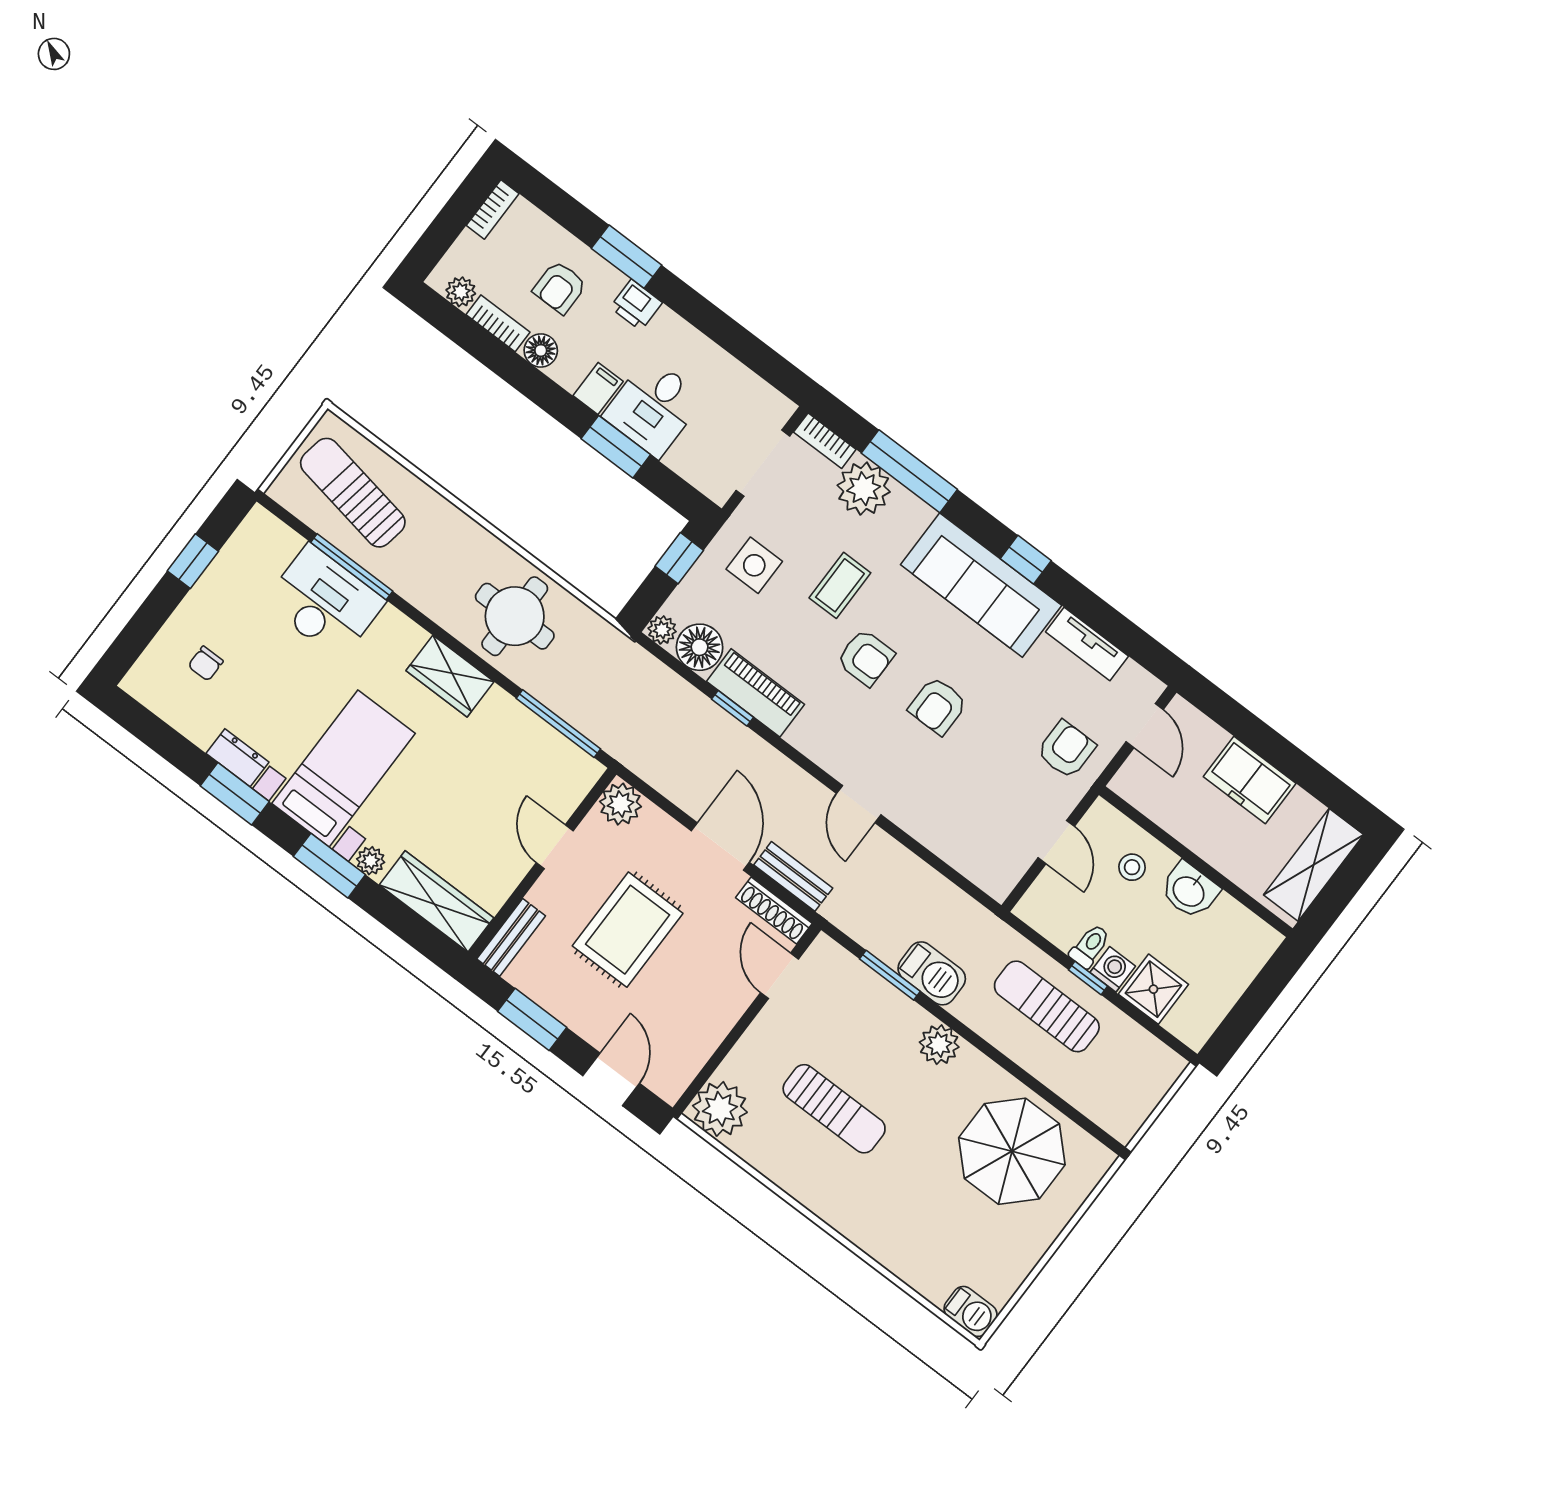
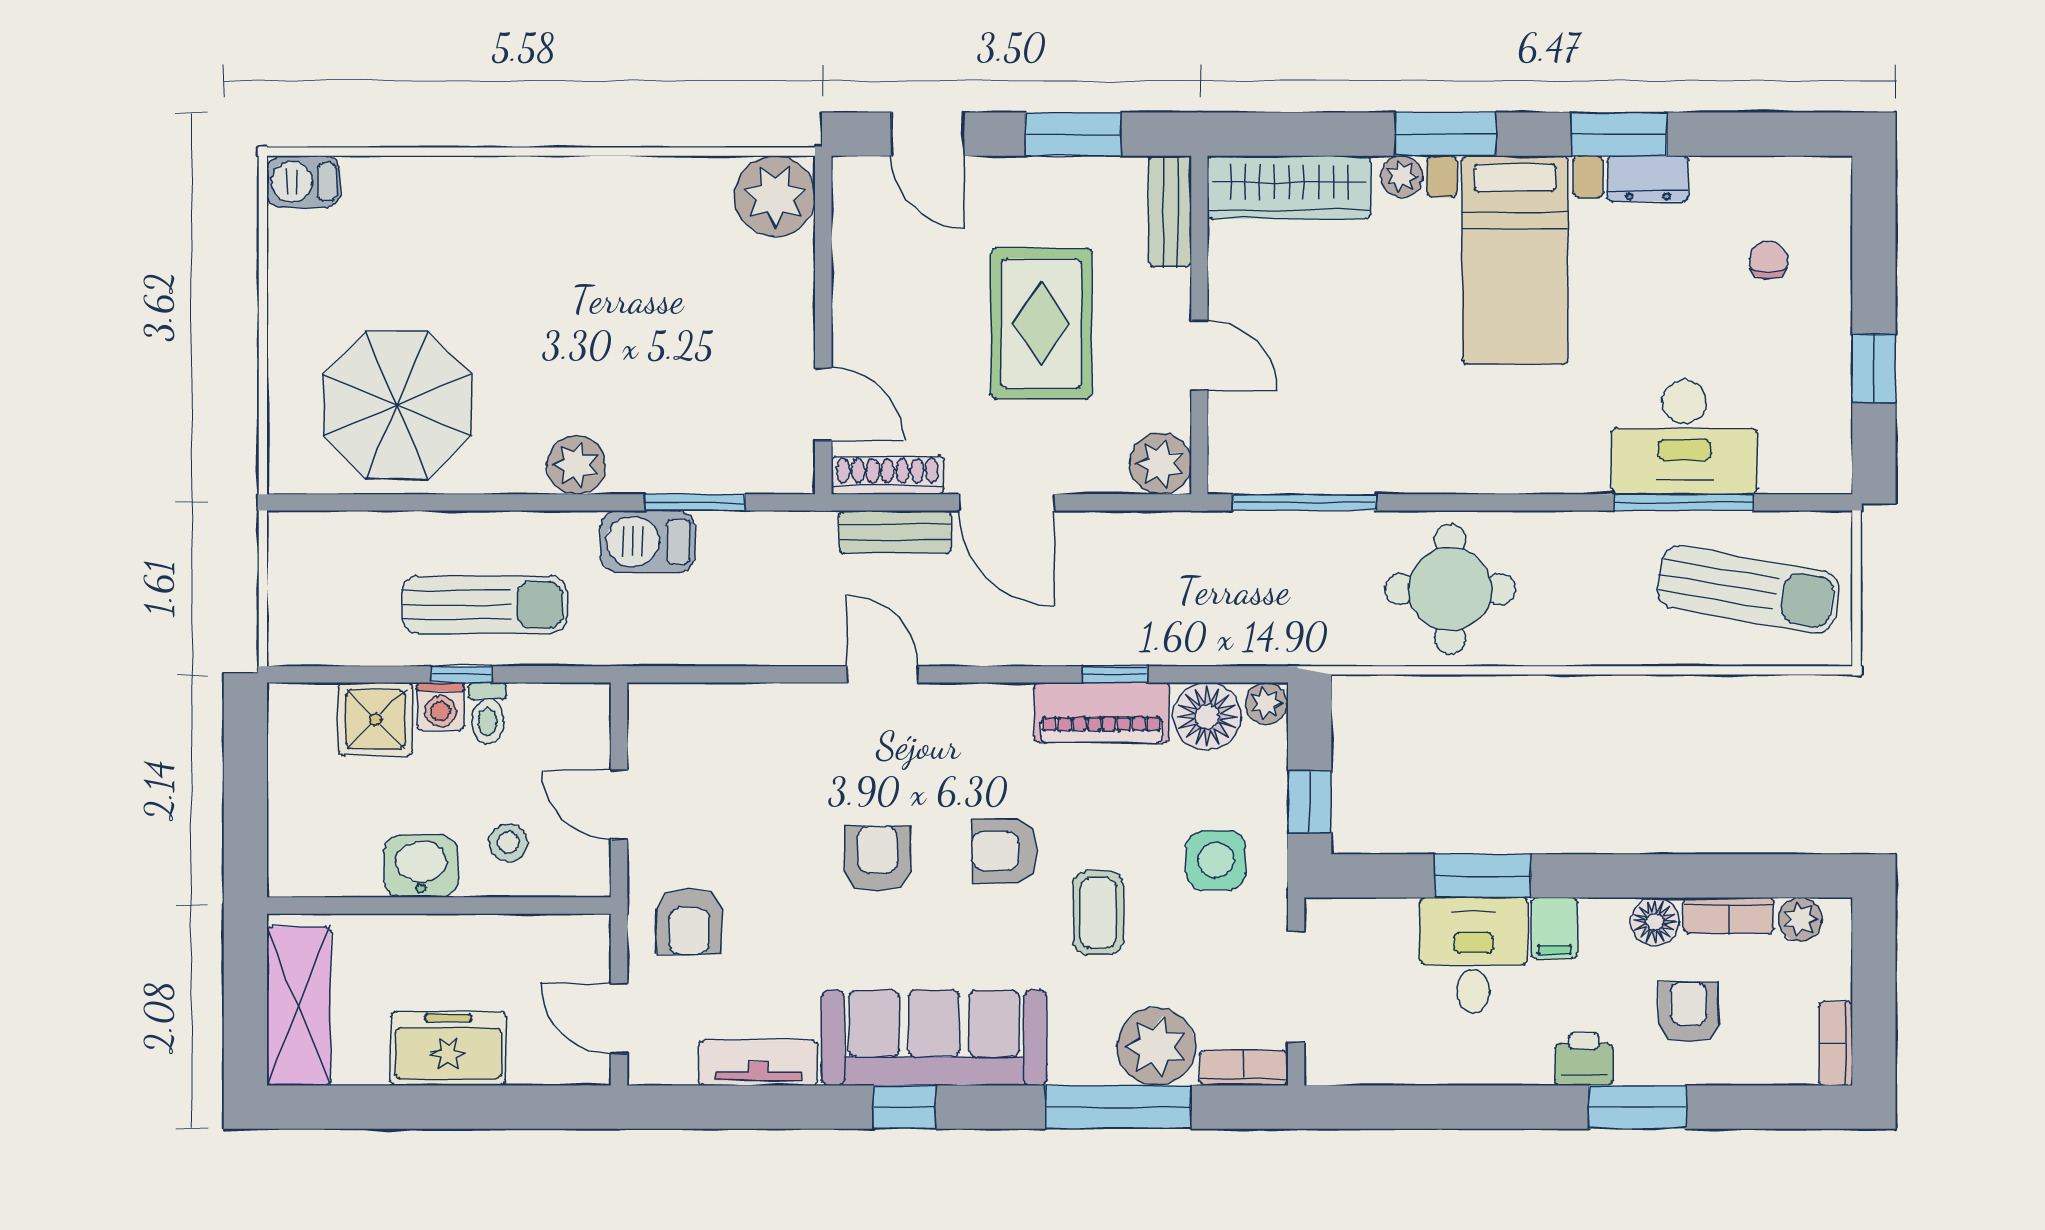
wardrobe: (450, 676) -> (1473, 462), removed
sun lounger: (834, 1109) -> (642, 297), removed

